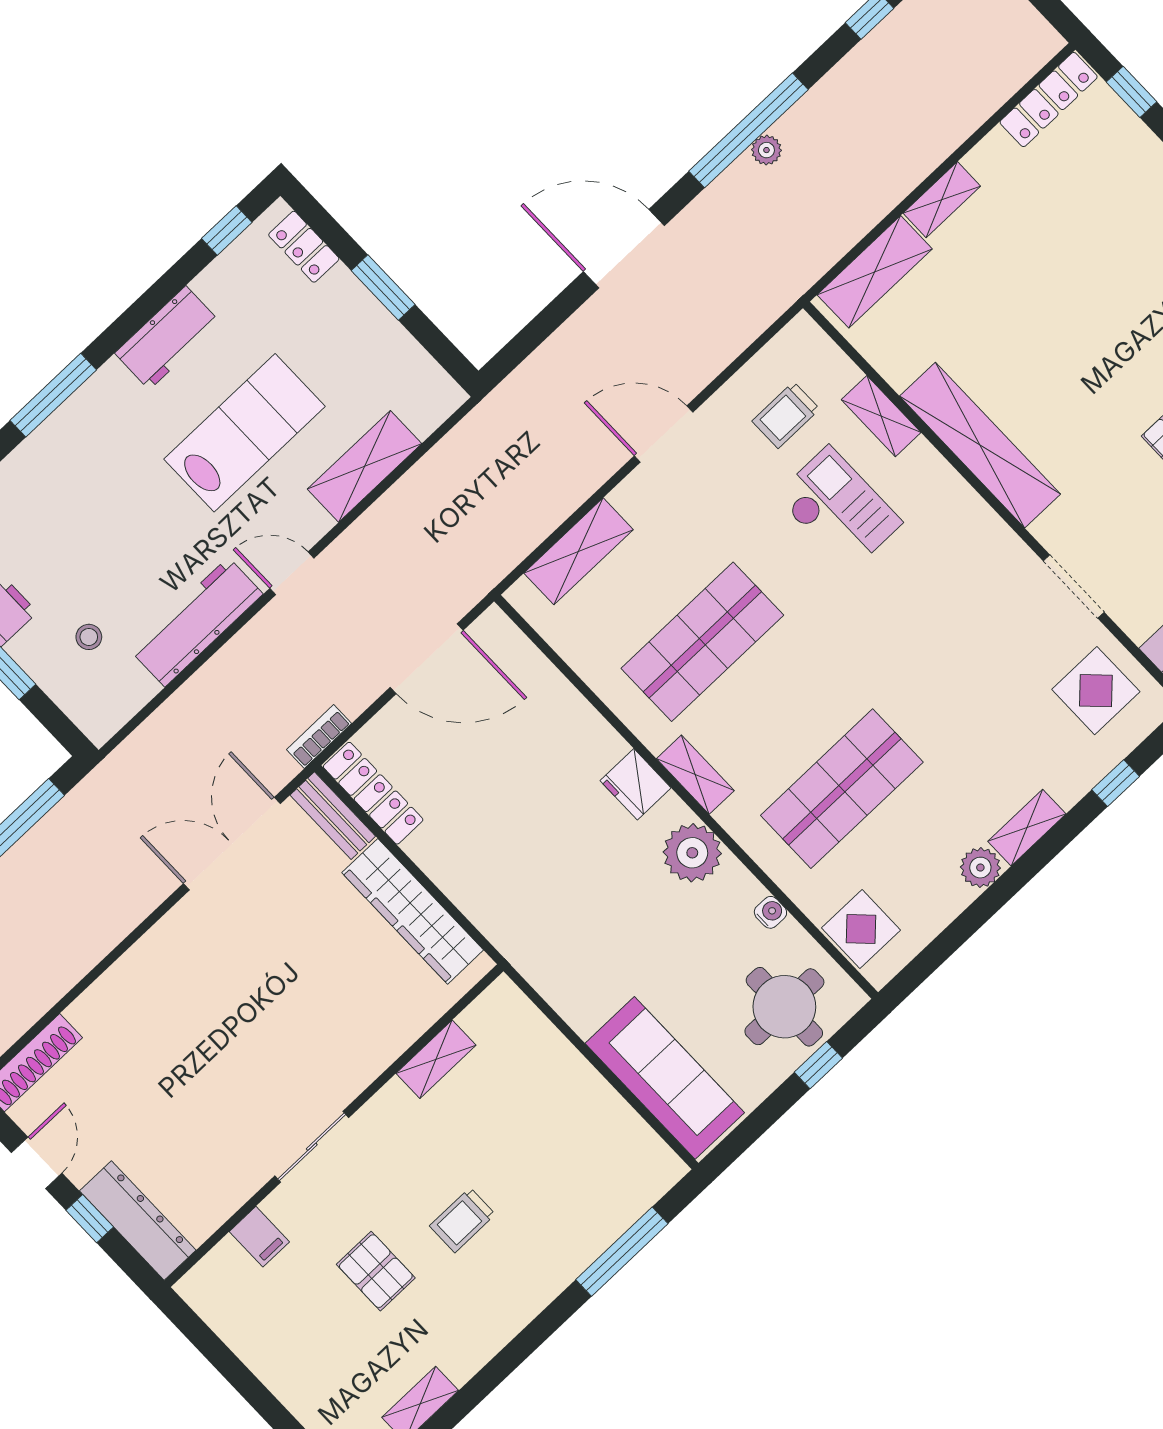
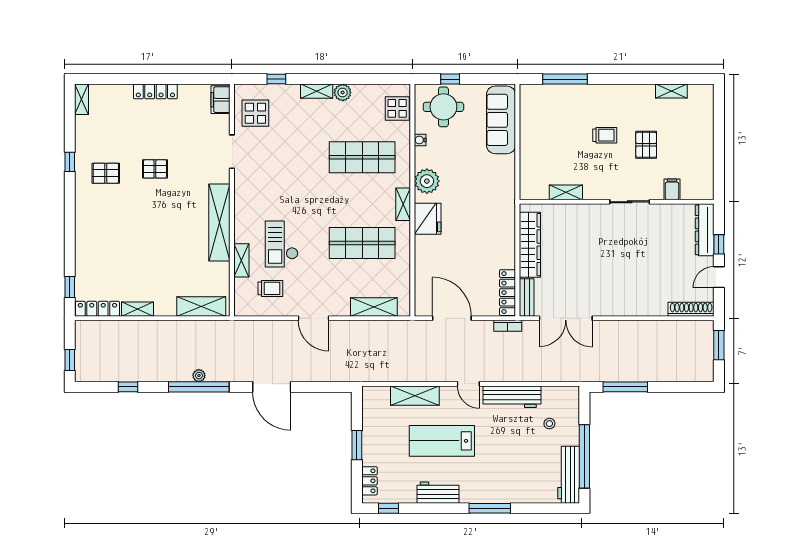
shelving: (942, 200) -> (138, 309), moved
fridge: (636, 784) -> (428, 219), width x1.36, depth x1.34

